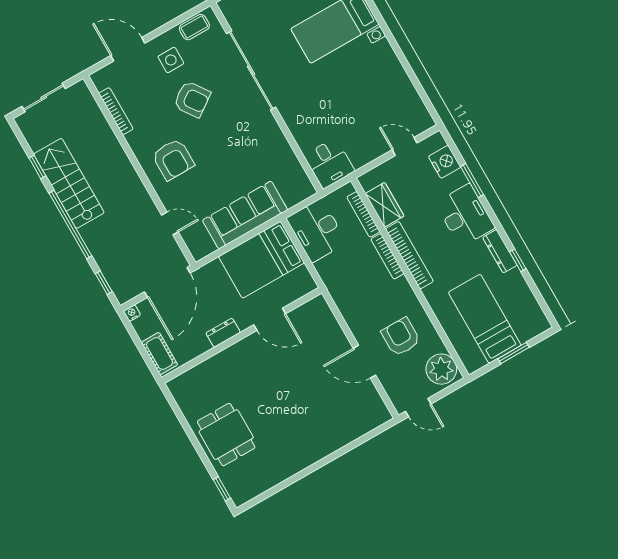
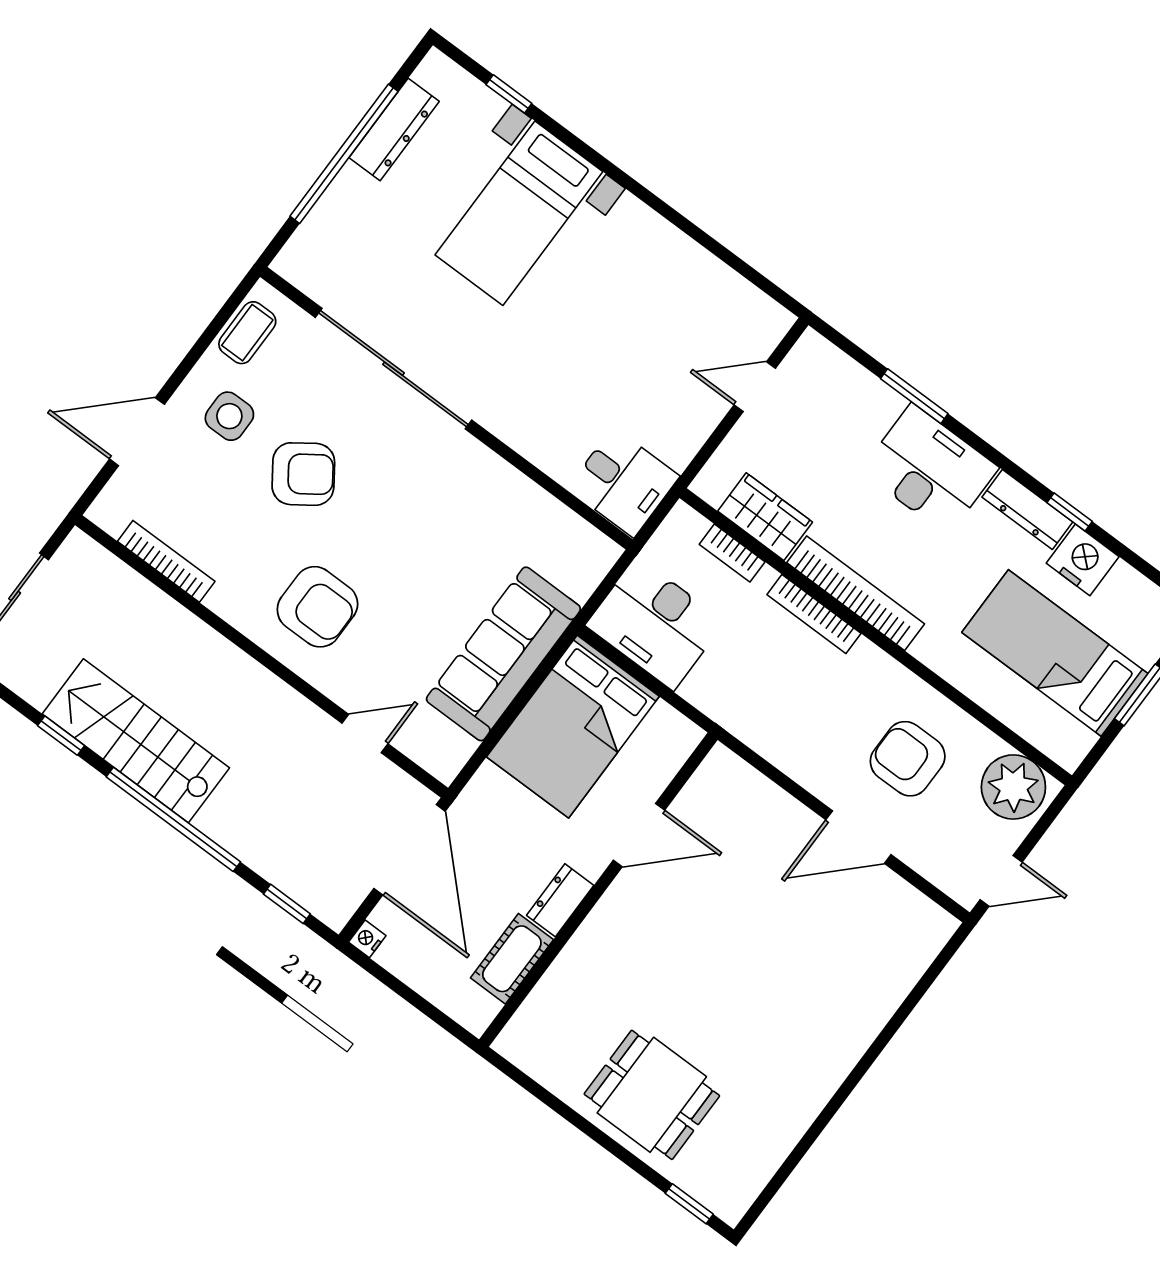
nightstand: (445, 162) -> (1083, 560), moved
bookcase: (363, 214) -> (732, 553), width x0.64
cot: (160, 353) -> (512, 959), moved, turned 90

